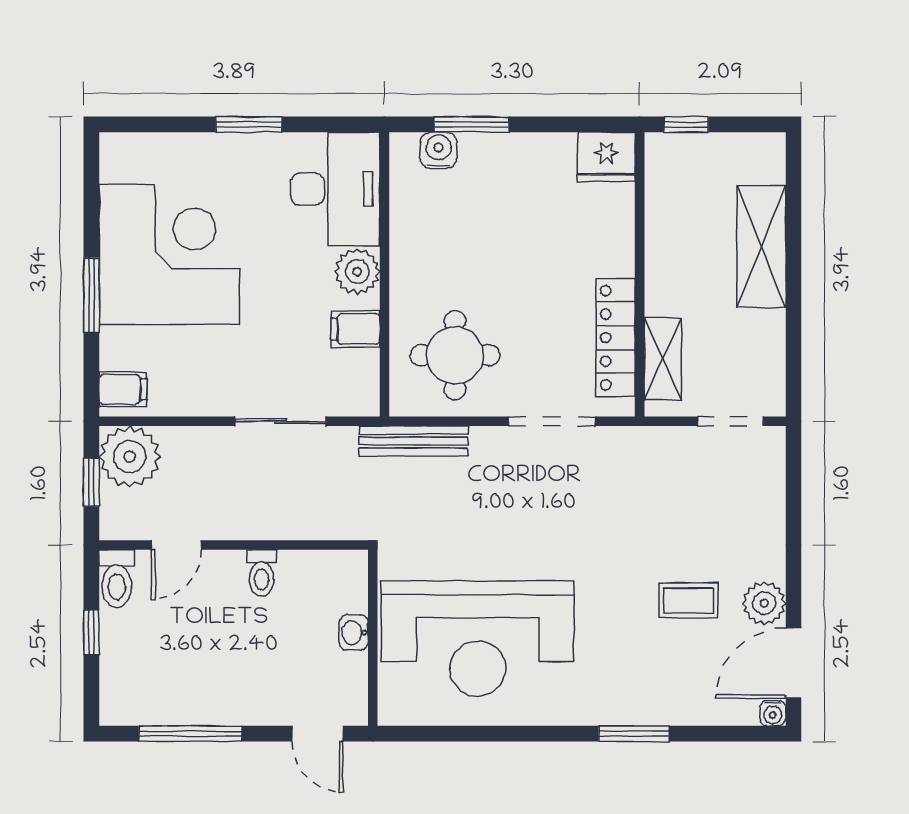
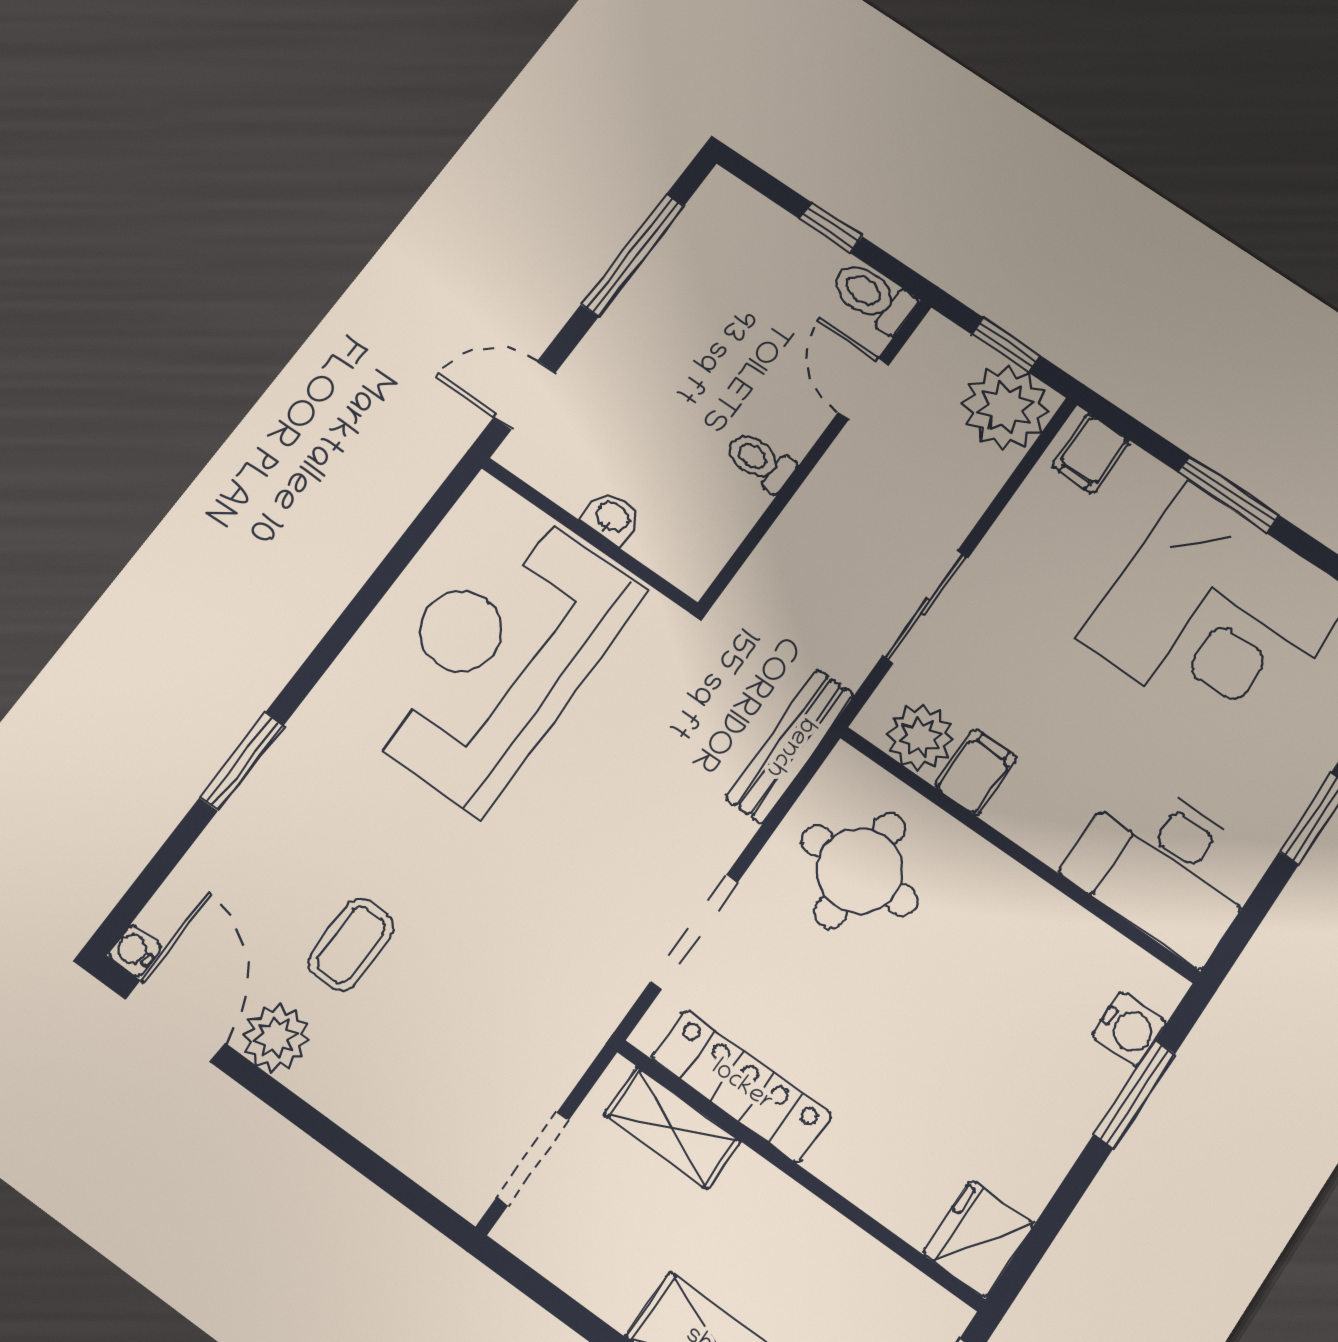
plant: (357, 272) -> (920, 737), moved

